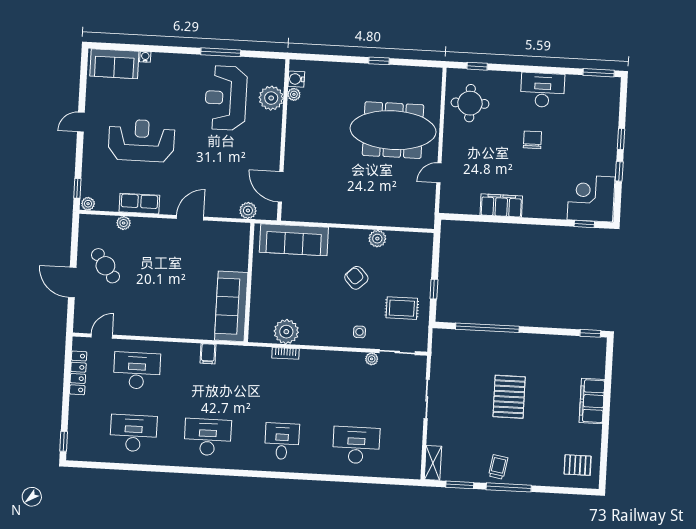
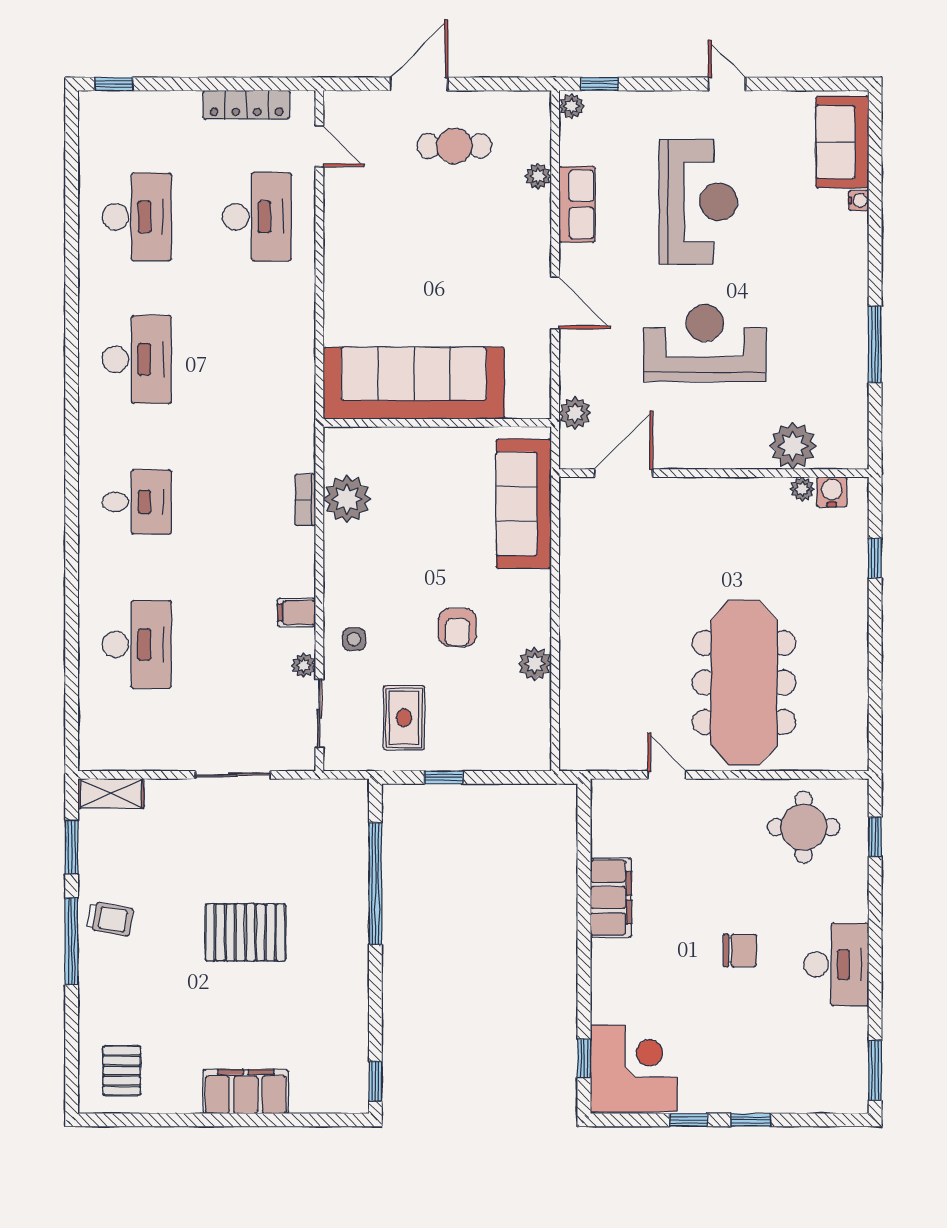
window: (379, 61) -> (875, 558), moved
reception desk: (226, 98) -> (705, 343), moved
cafe table: (105, 266) -> (454, 146), turned 37
armchair: (356, 278) -> (457, 628), turned 133
sofa: (231, 306) -> (414, 383), width x1.36, depth x1.27
filing cabinet: (208, 354) -> (297, 613), moved

